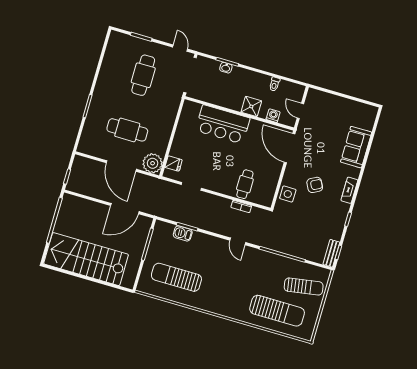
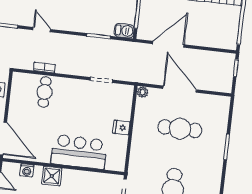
plant: (153, 163) -> (143, 92), width x0.53, depth x0.53
fridge: (174, 164) -> (121, 128), moved
barbecue: (183, 233) -> (124, 31), moved

